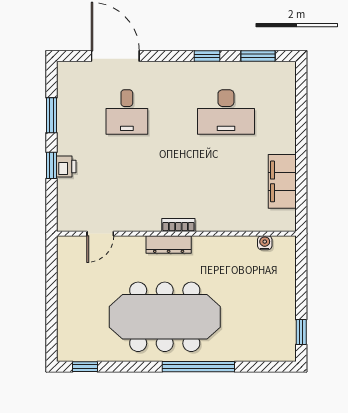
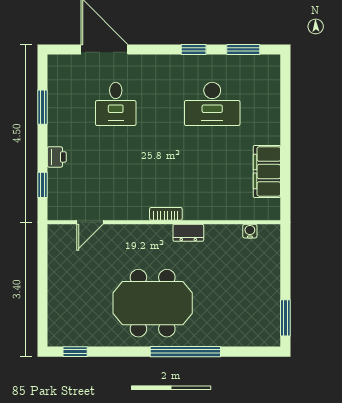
window: (52, 165) -> (43, 185), moved
dresser: (169, 244) -> (188, 233), moved, width x0.70
meeting table: (165, 317) -> (153, 303), width x0.73
window: (301, 332) -> (285, 318), width x1.50

